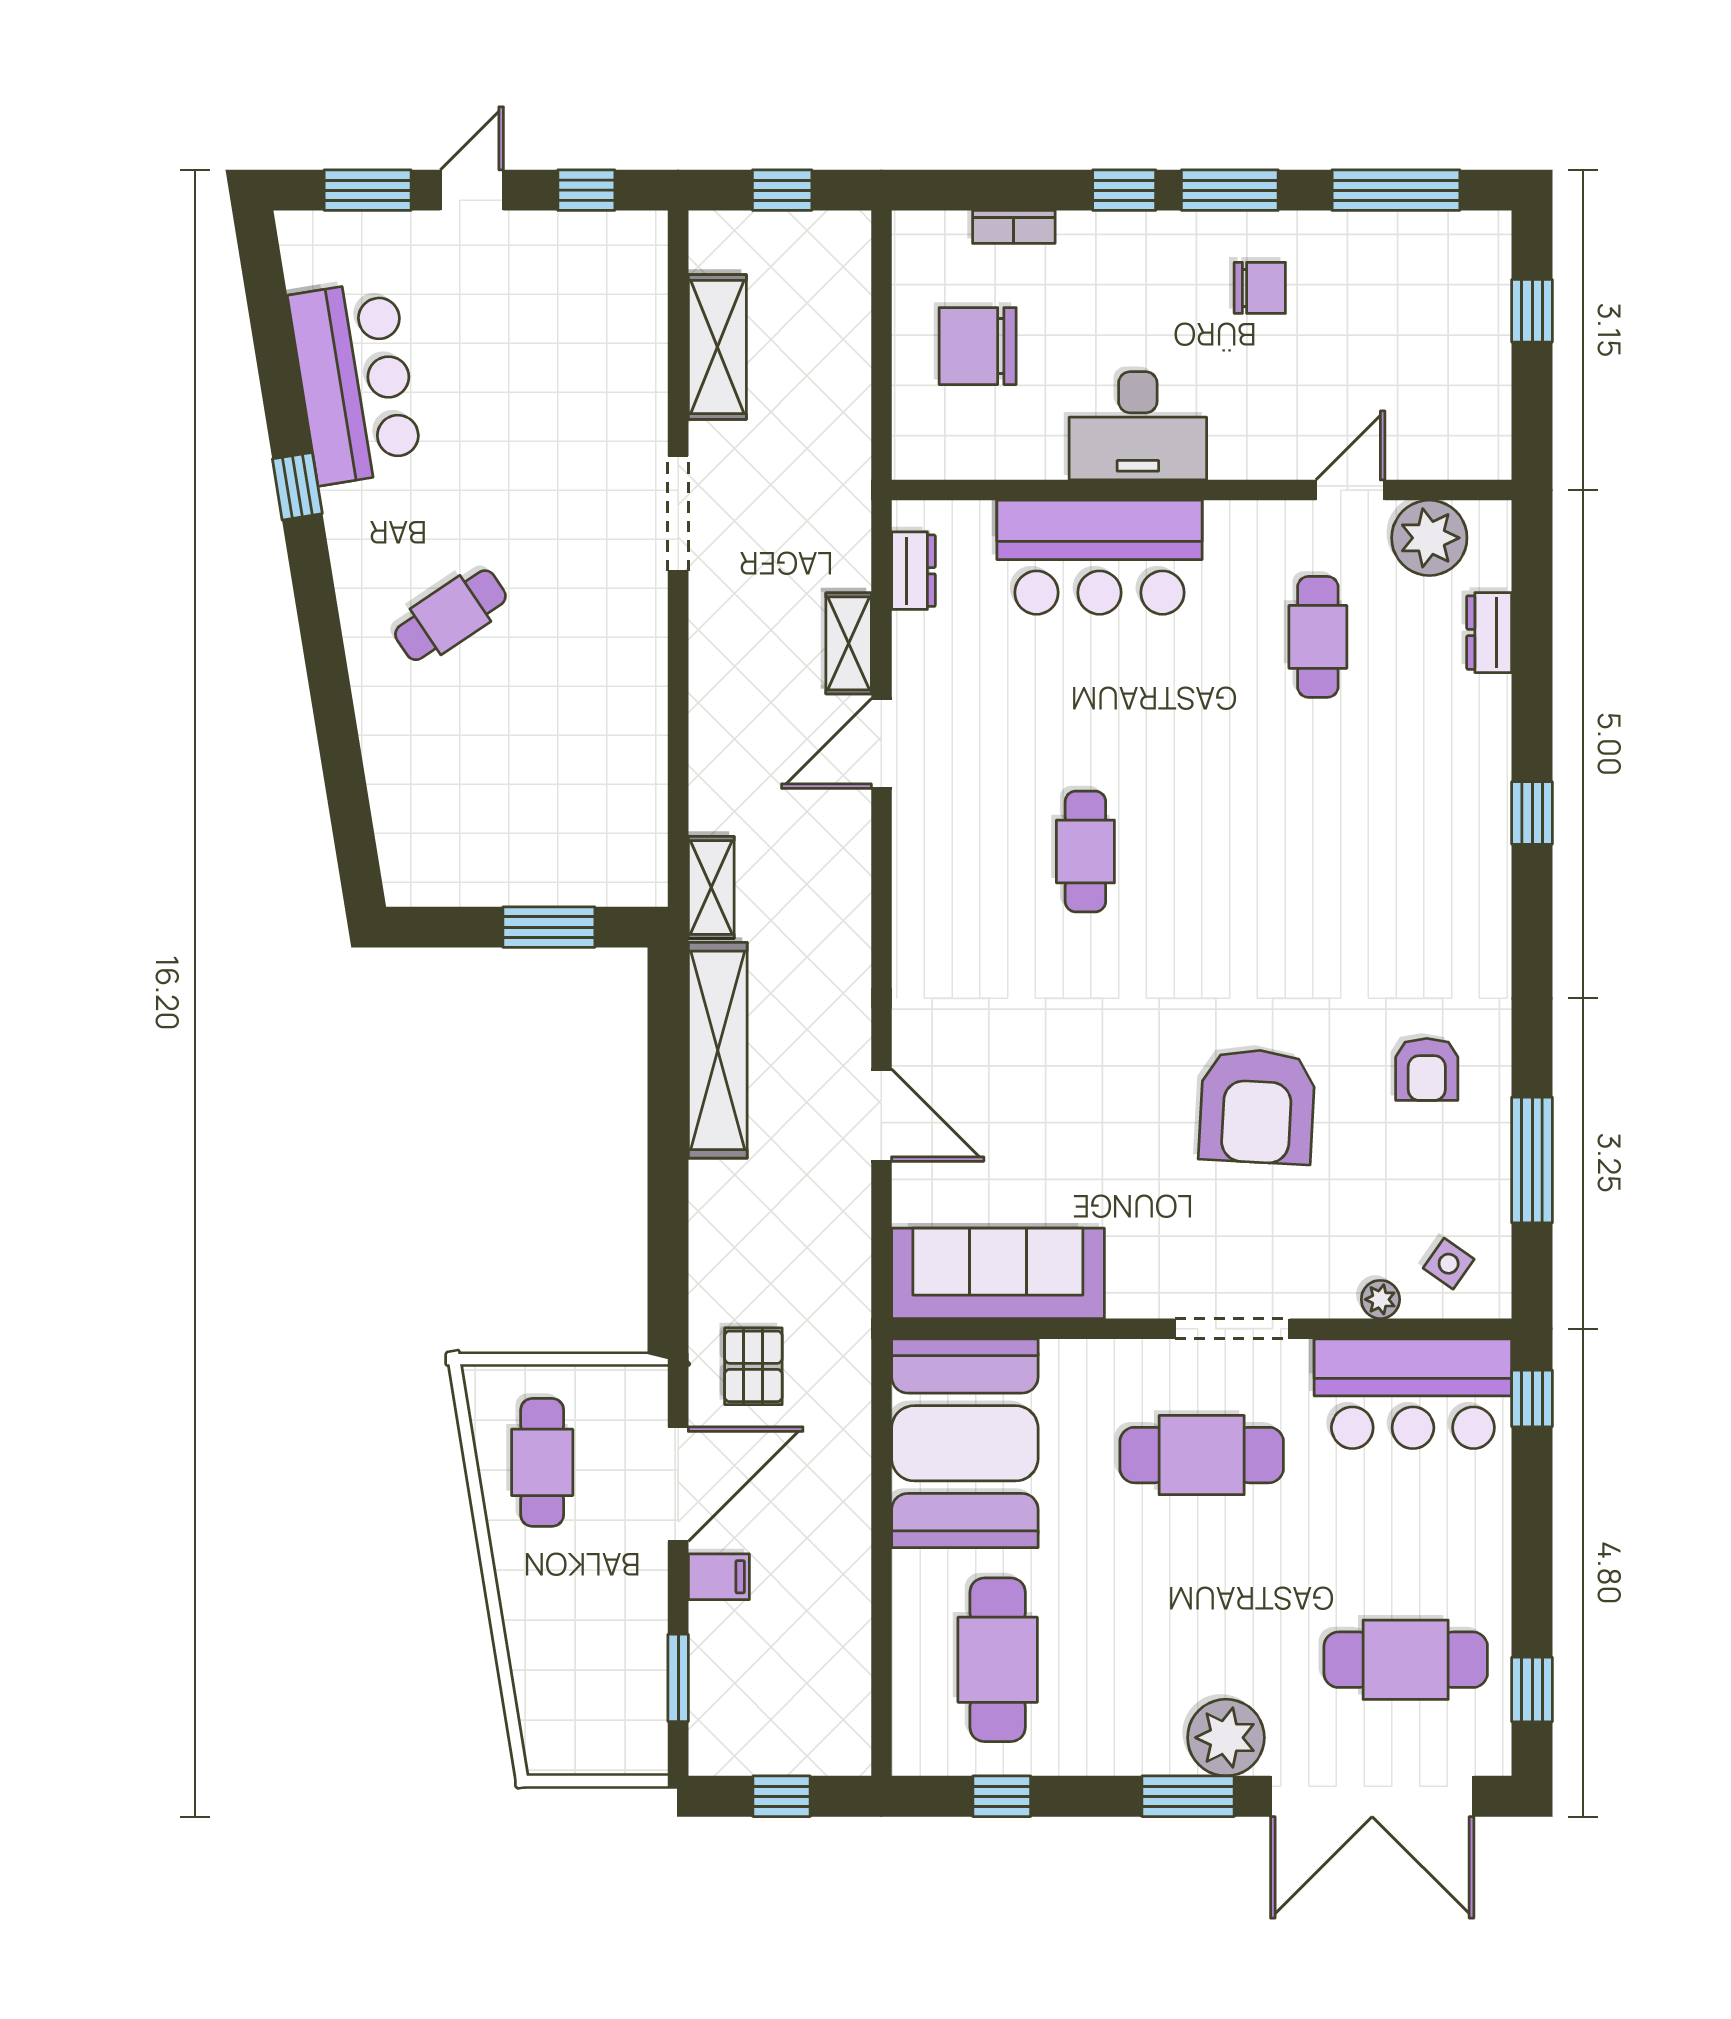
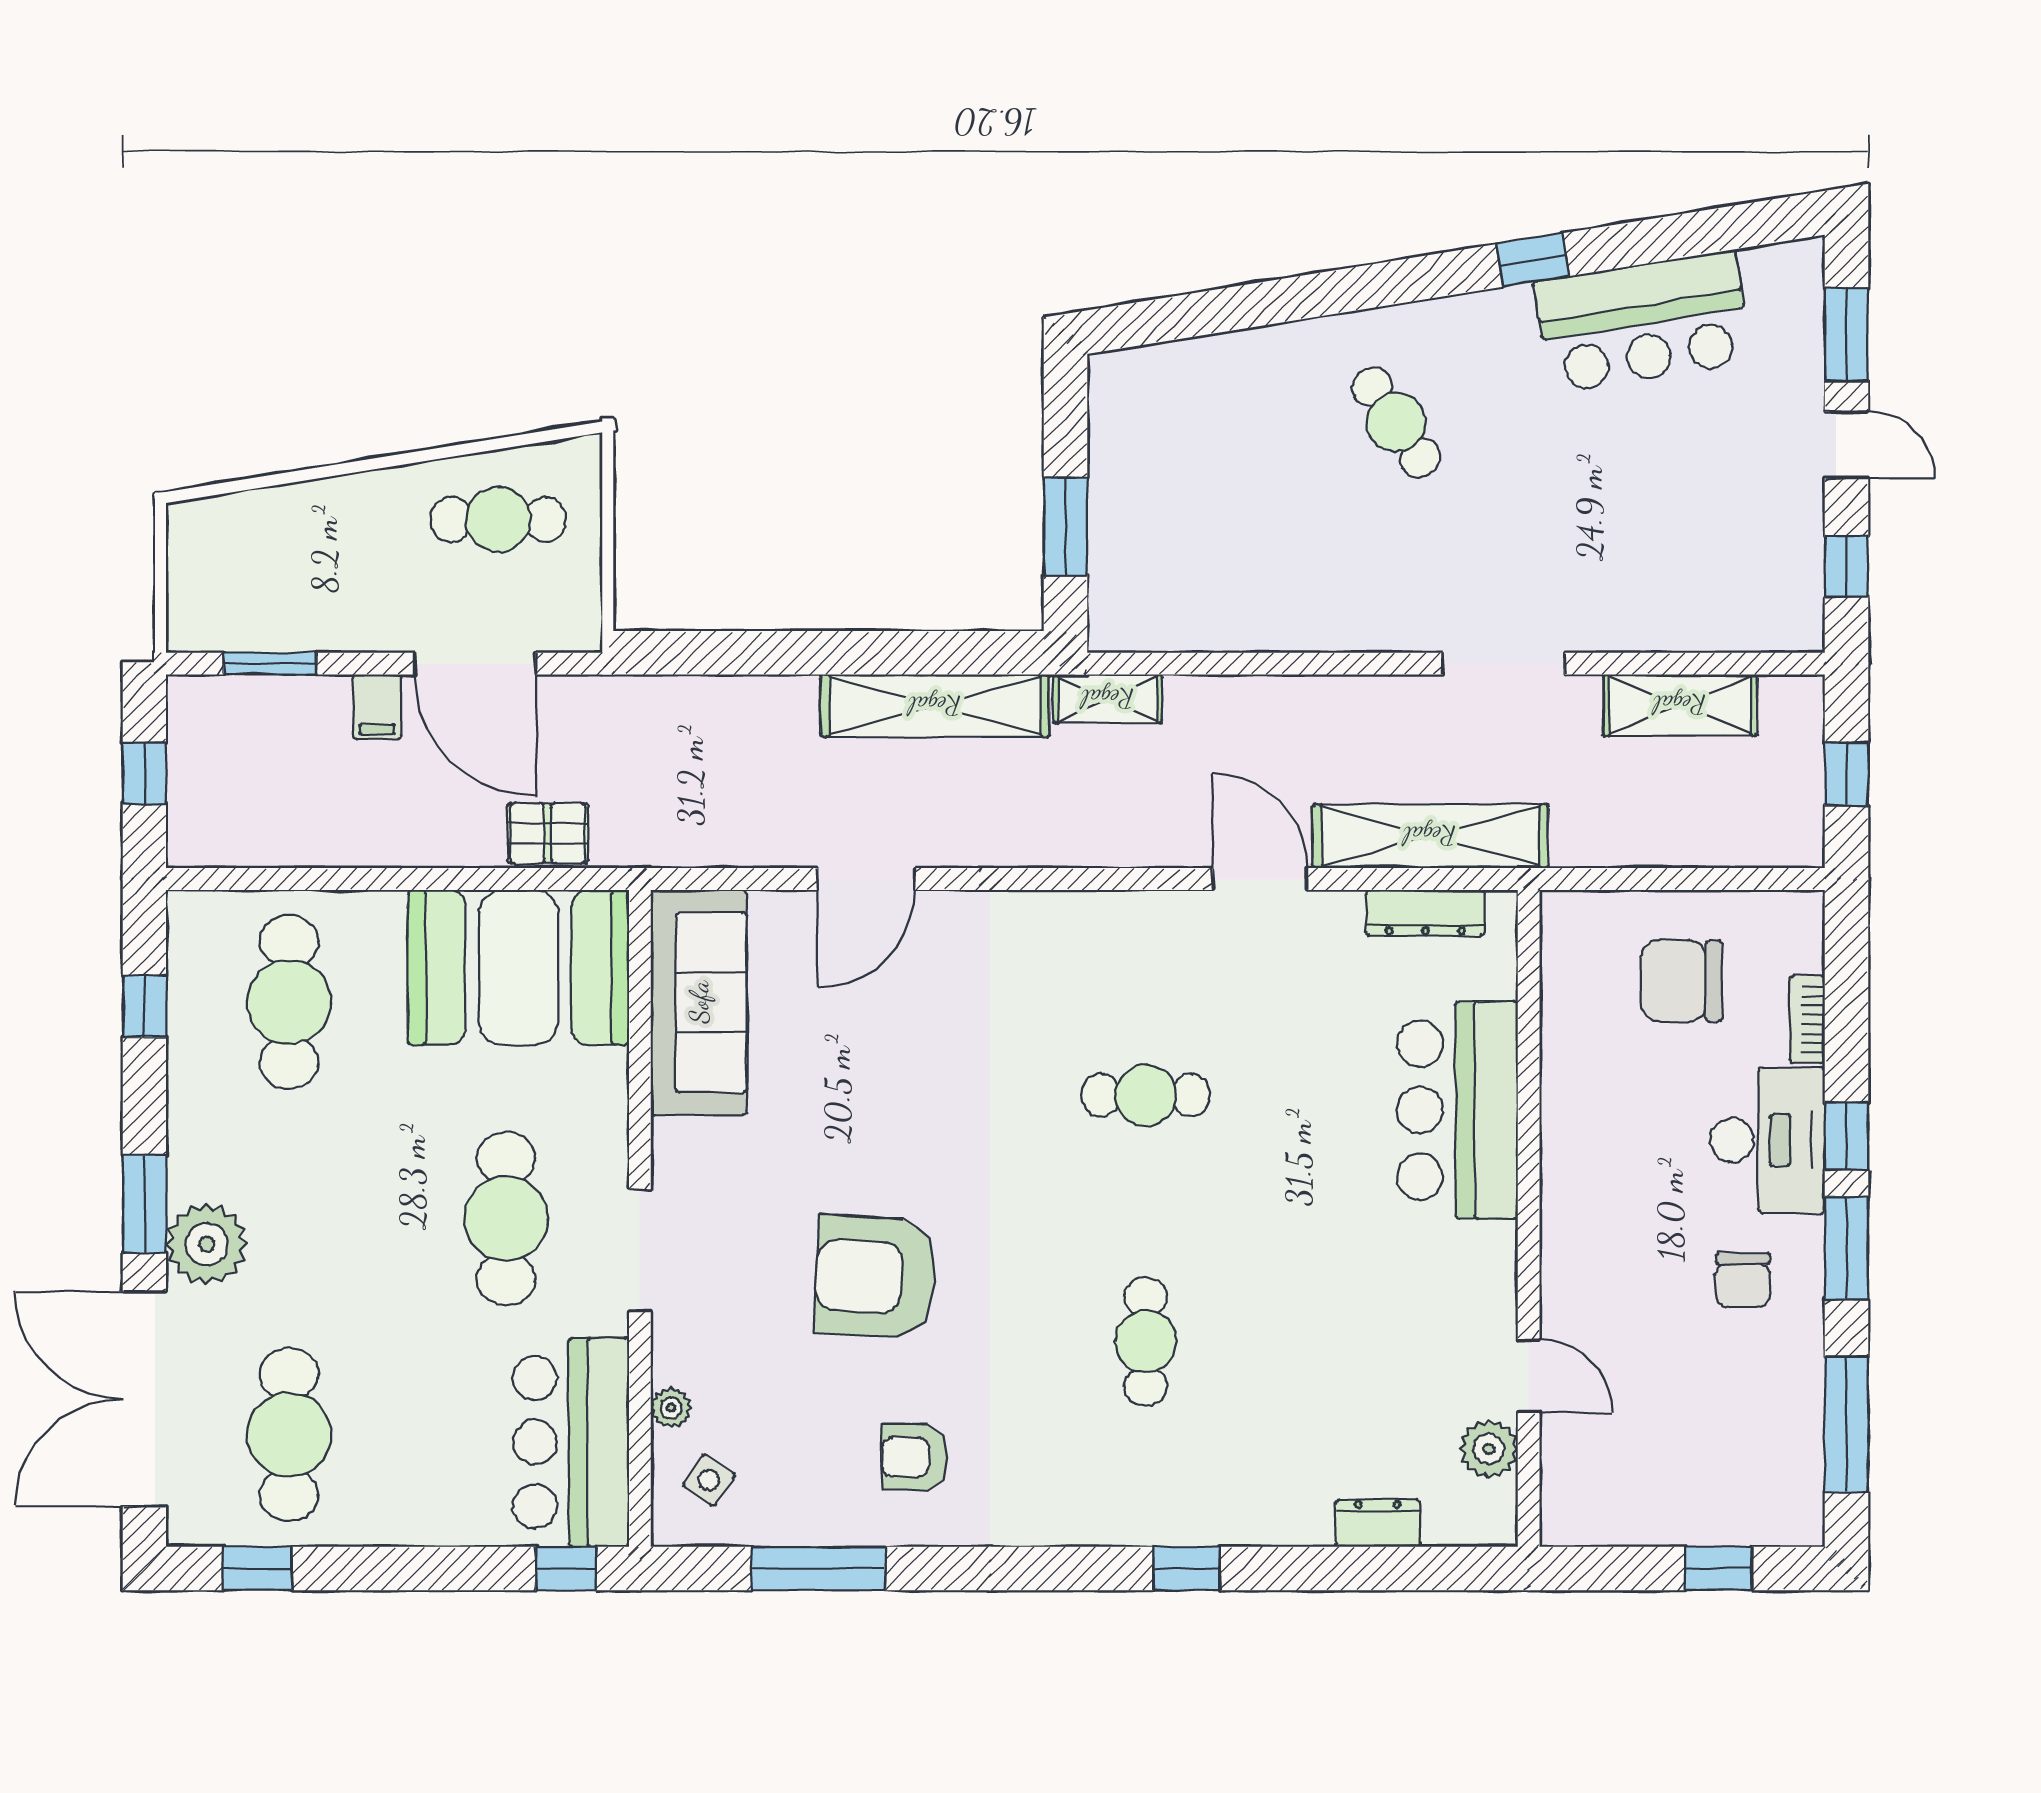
chair: (978, 346) -> (1681, 981), turned -90
desk: (1138, 426) -> (1768, 1140), moved, turned 180
plant: (1429, 538) -> (1489, 1449), width x0.73, depth x0.73
dresser: (913, 571) -> (1425, 913), width x1.44
cafe table: (1318, 637) -> (1146, 1342), moved, turned 90
shelving: (849, 643) -> (1430, 836), width x2.20, depth x1.33
pallet: (753, 1366) -> (548, 833), moved
cafe table: (998, 1660) -> (289, 1002), turned 90

